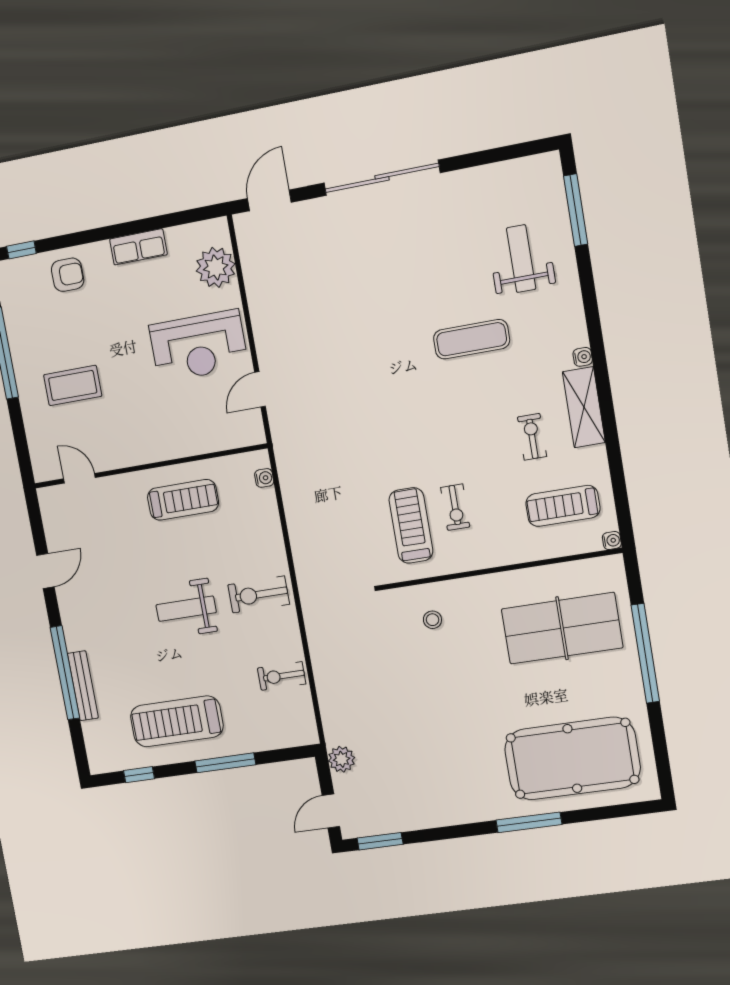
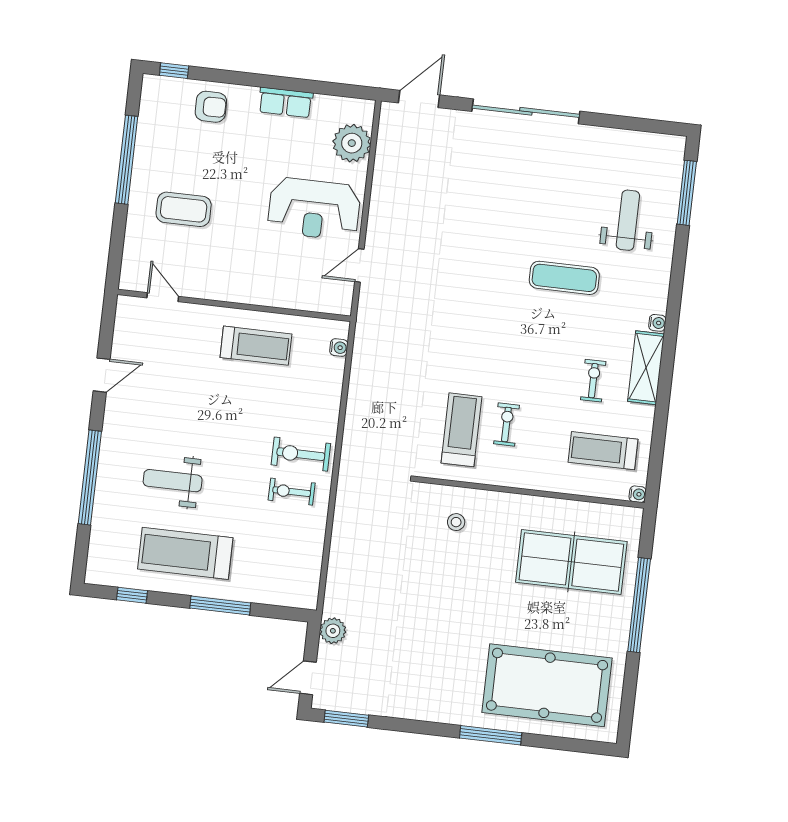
exercise bike: (455, 507) -> (506, 424), turned 180
weight bench: (186, 609) -> (173, 481), moved
exercise bike: (282, 676) -> (292, 492), moved
bench: (83, 686) -> (104, 495), removed

